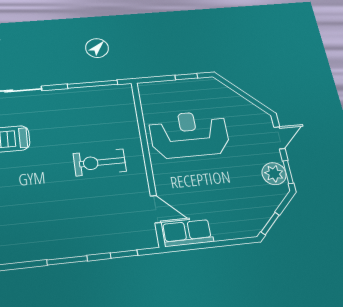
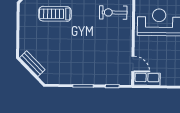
exercise bike: (100, 162) -> (113, 12), moved

